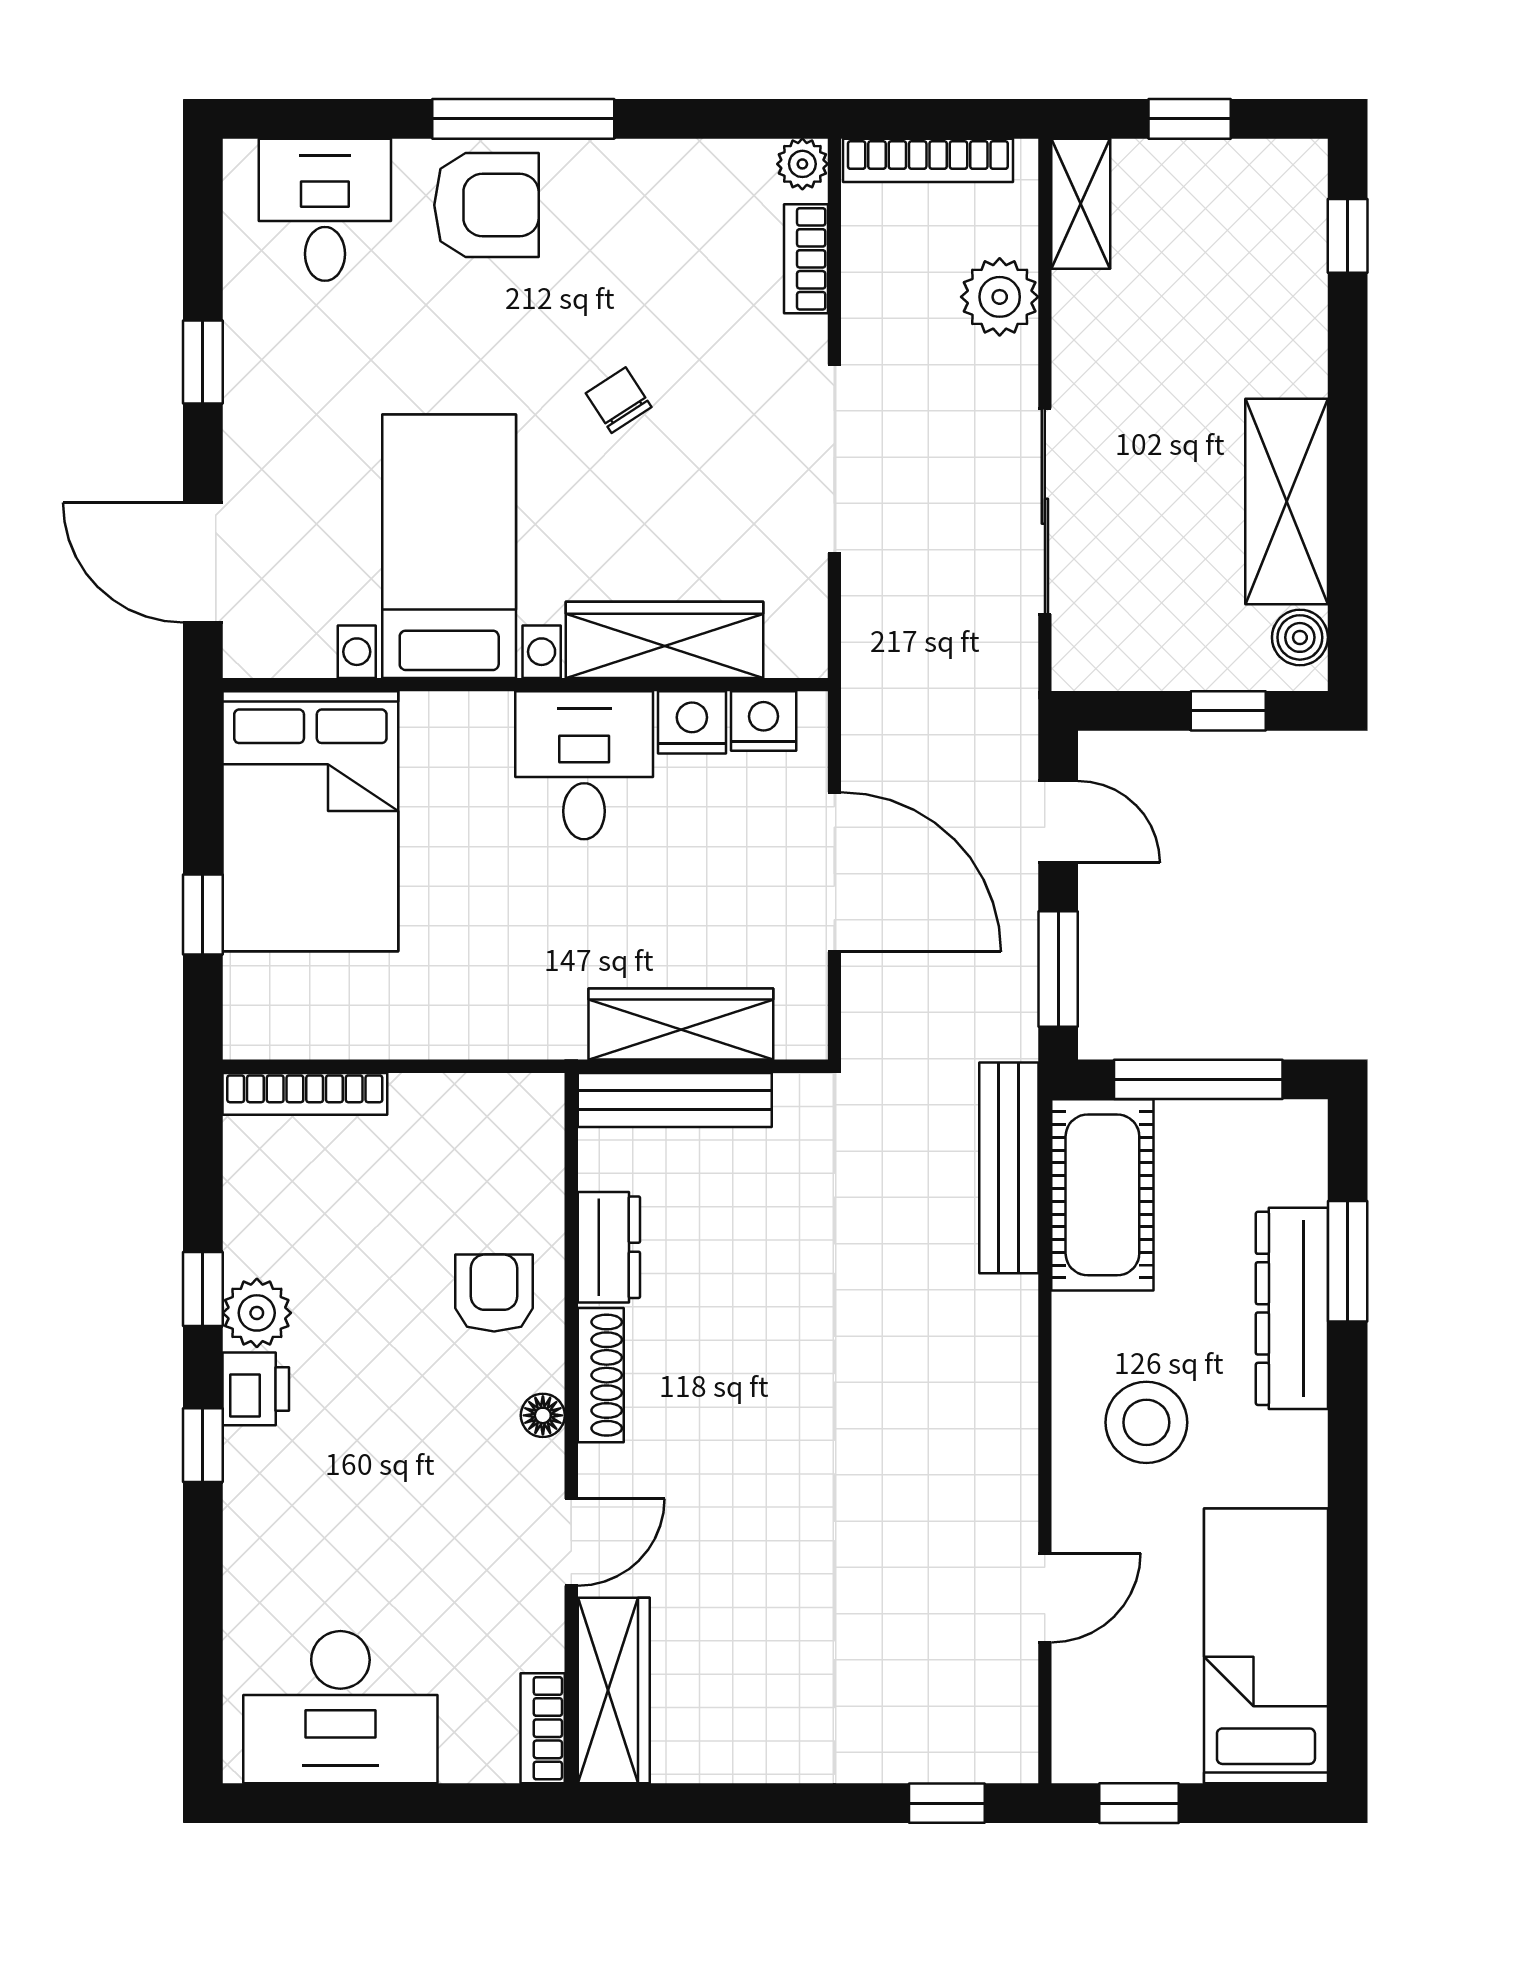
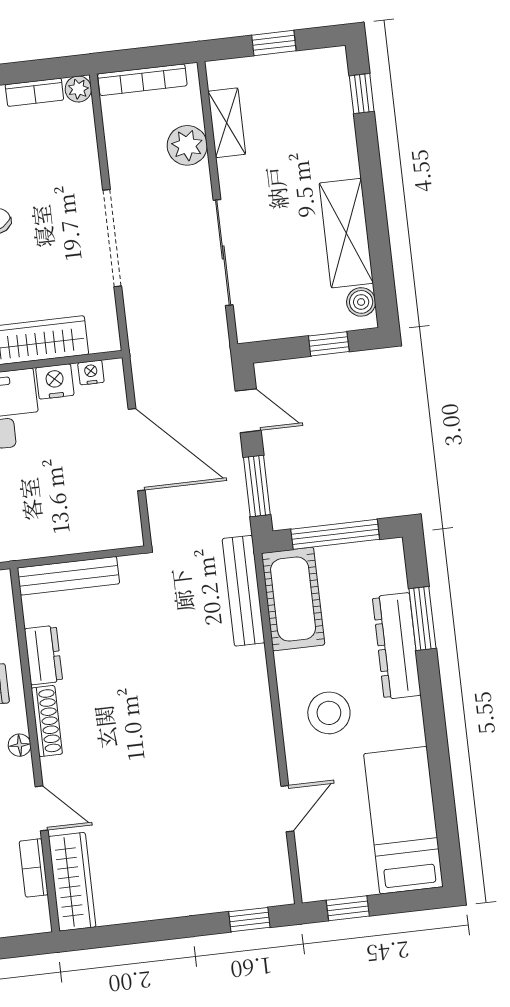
shelving: (1081, 204) -> (227, 123), moved
bookcase: (806, 259) -> (34, 92), moved, turned -90
nightstand: (764, 721) -> (91, 373), width x0.72, depth x0.74
wardrobe: (681, 1024) -> (67, 537), removed
door: (571, 1542) -> (42, 808), hinge flipped
bookcase: (543, 1728) -> (34, 868), moved

